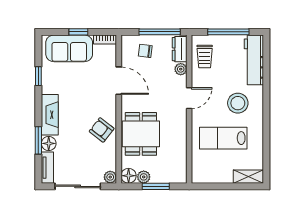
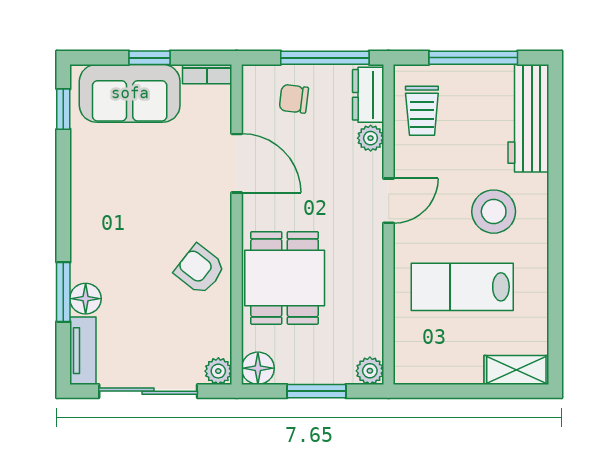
window: (38, 76) -> (63, 109), moved
fireplace: (50, 115) -> (88, 237), removed
plant: (144, 177) -> (370, 371), moved

